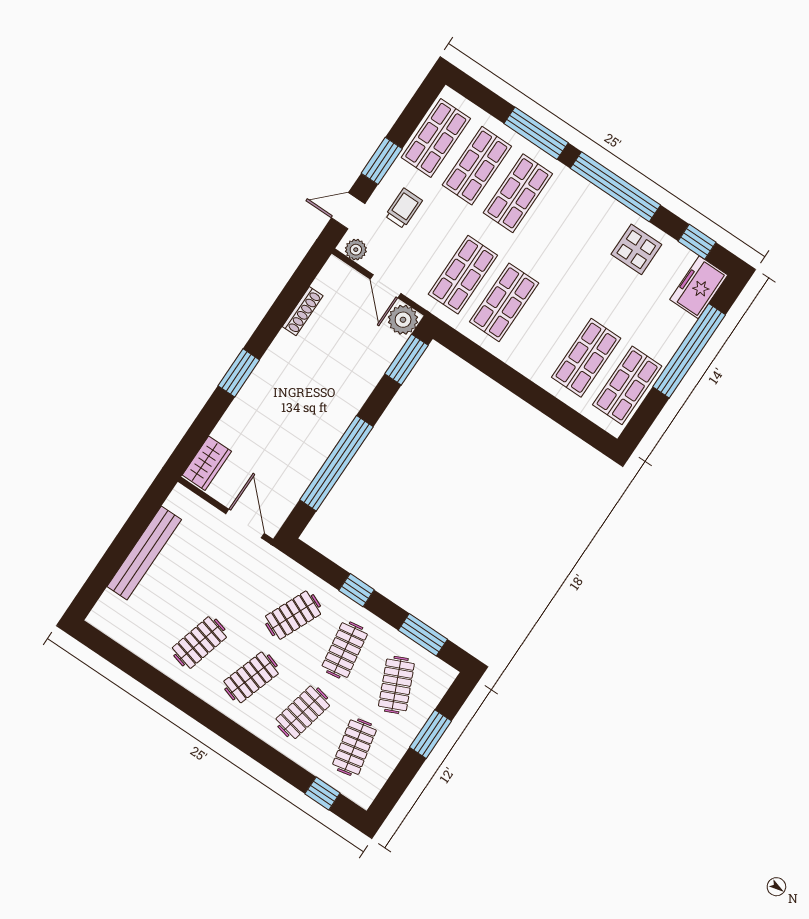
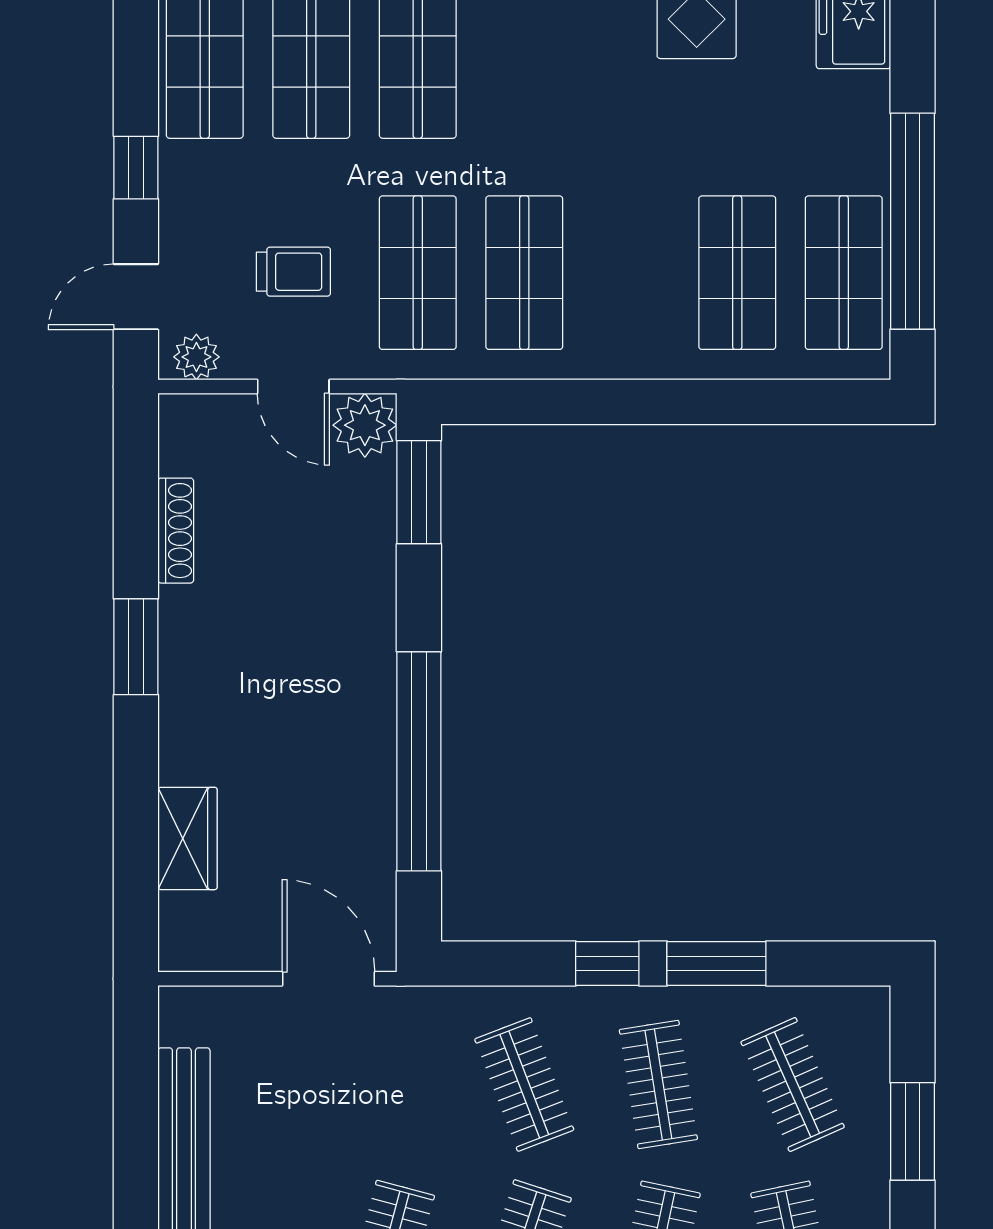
window: (382, 161) -> (136, 168), width x0.67
trolley: (404, 208) -> (293, 272), moved, turned 90
window: (689, 351) -> (913, 221), moved
window: (239, 373) -> (136, 647), moved
wardrobe: (207, 463) -> (188, 838), moved
clothes rail: (293, 615) -> (524, 1085), turned -45
window: (423, 635) -> (716, 963), moved

